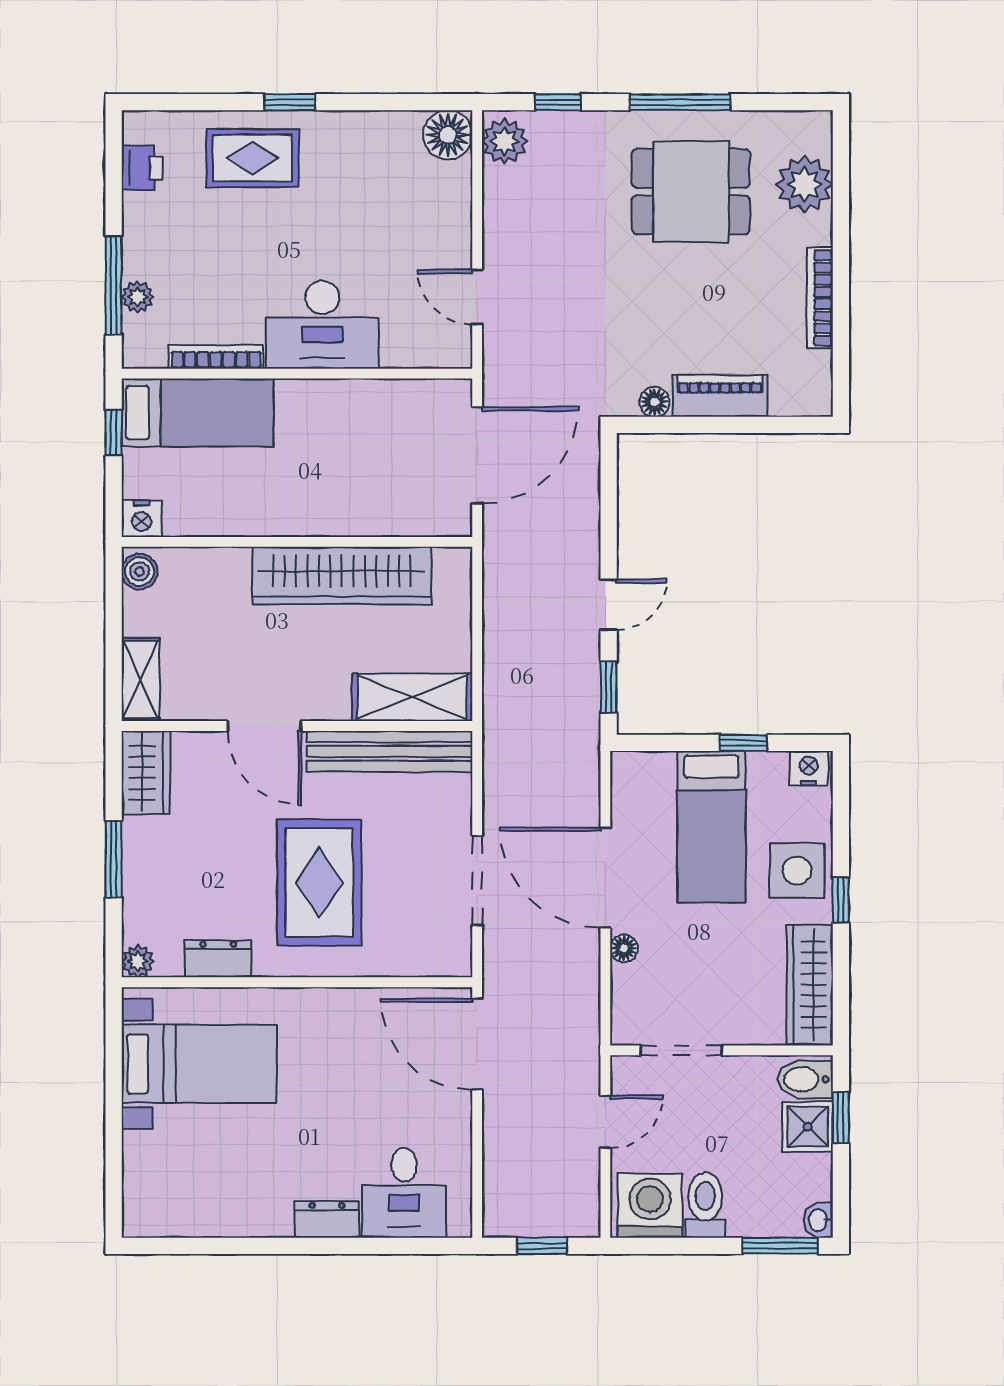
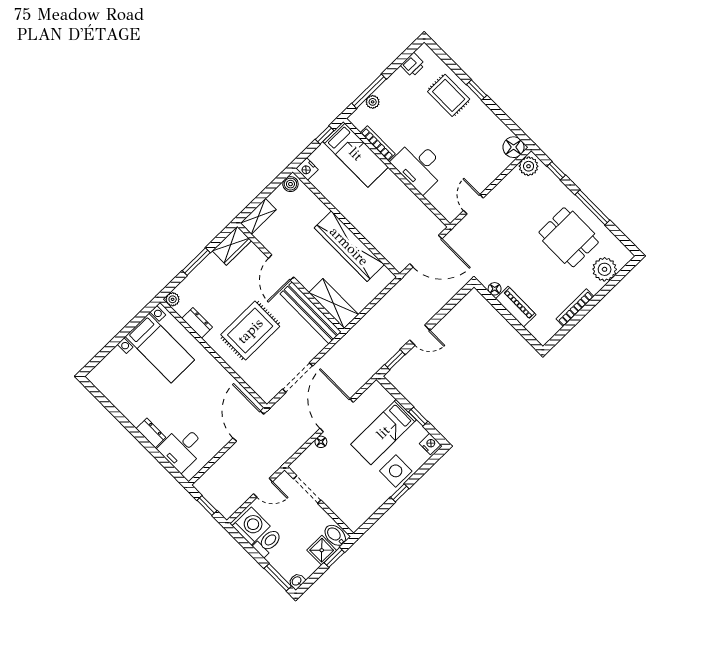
wardrobe: (810, 985) -> (365, 509), removed

